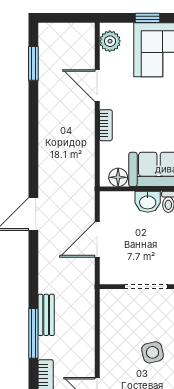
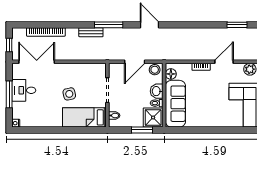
stool: (111, 205) -> (155, 70), added
door: (97, 239) -> (135, 62), swing flipped
window: (33, 333) -> (109, 25), moved

